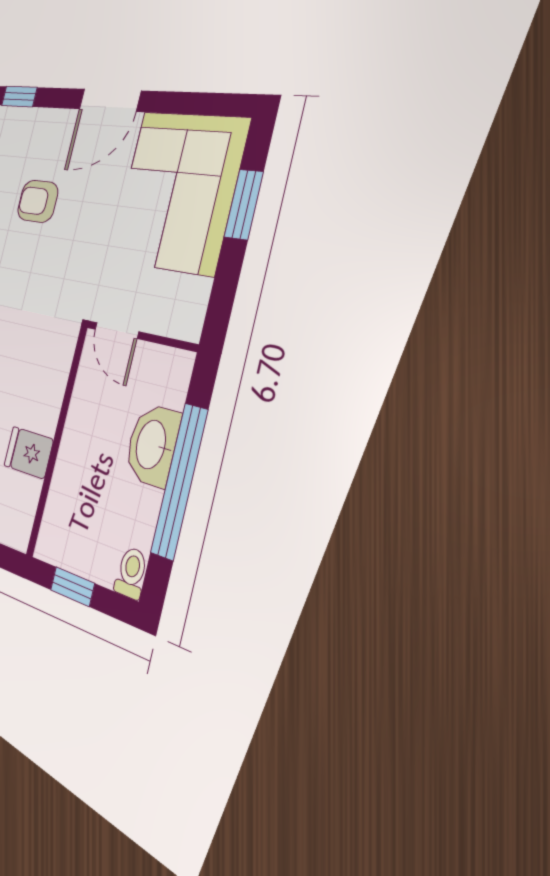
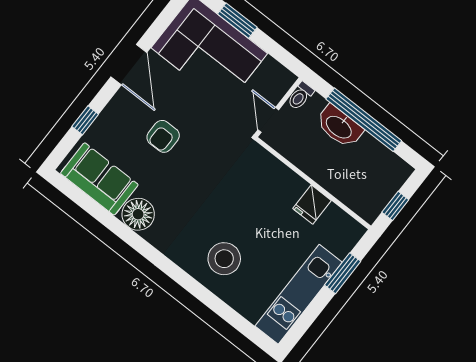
door: (117, 331) -> (268, 120), swing flipped
toilet: (131, 573) -> (300, 96), moved, turned -90

